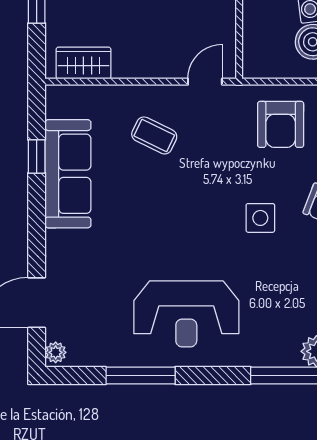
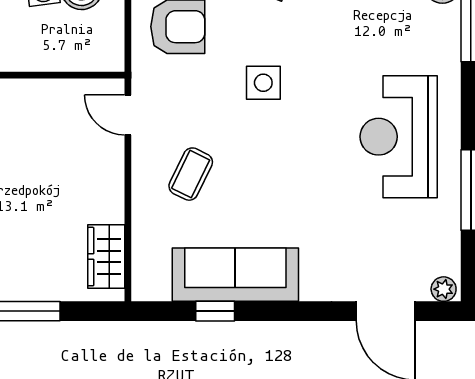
side table: (260, 218) -> (263, 83), moved
reception desk: (186, 314) -> (399, 137), turned 180

